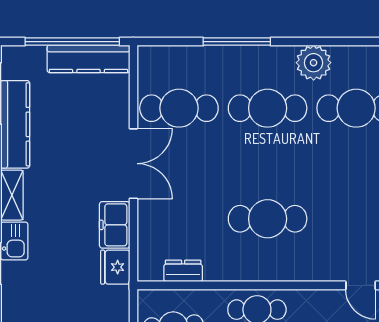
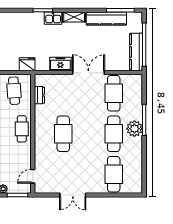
plant: (314, 63) -> (134, 129), moved
double door: (133, 164) -> (88, 73), swing flipped
fridge: (115, 267) -> (27, 64), moved

